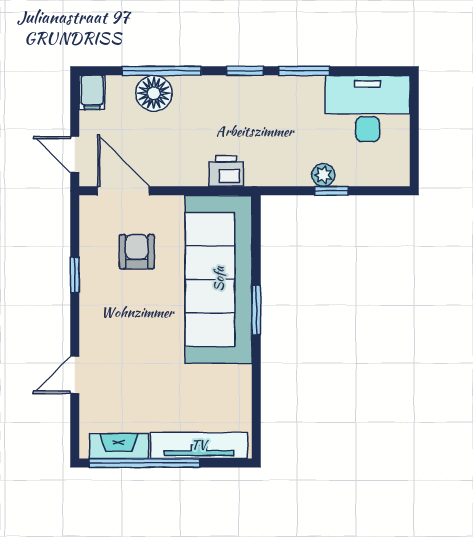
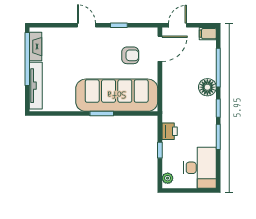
floor lamp: (154, 93) -> (207, 87), moved
printer: (226, 171) -> (170, 131), moved
plant: (323, 175) -> (168, 178), moved
door: (75, 375) -> (86, 25), moved

